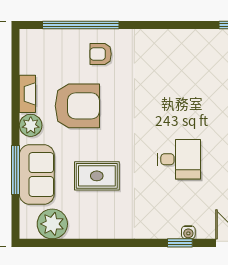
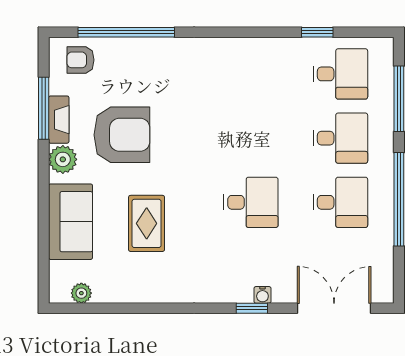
armchair: (101, 54) -> (80, 60), moved
window: (16, 170) -> (44, 108), moved
rug: (97, 176) -> (147, 223), turned 90
plant: (52, 224) -> (81, 293), width x0.53, depth x0.53

